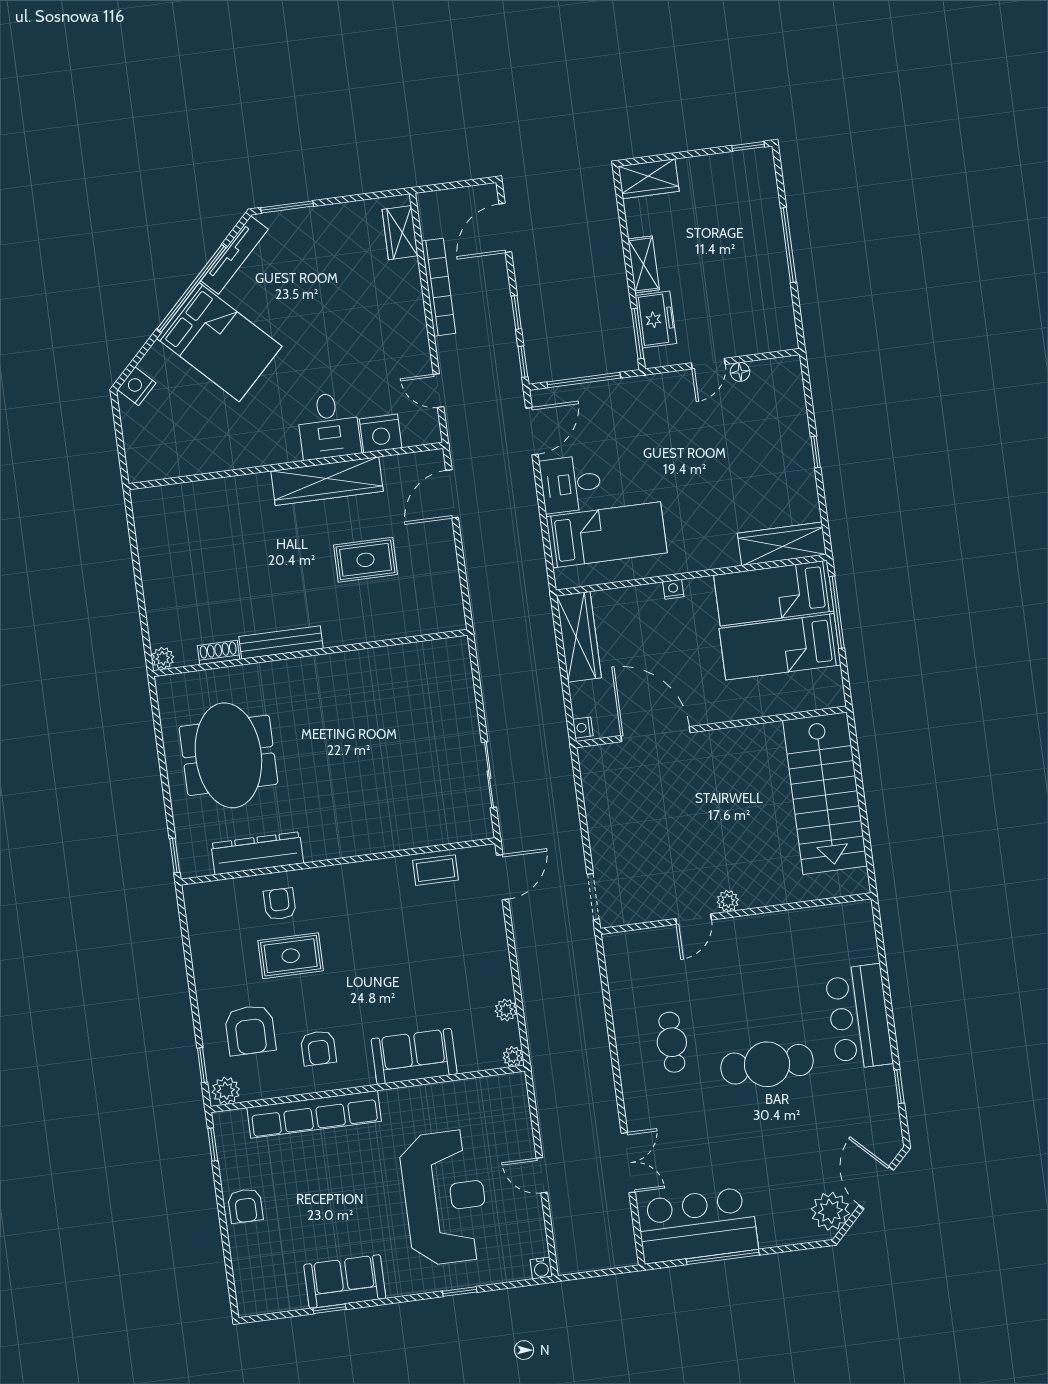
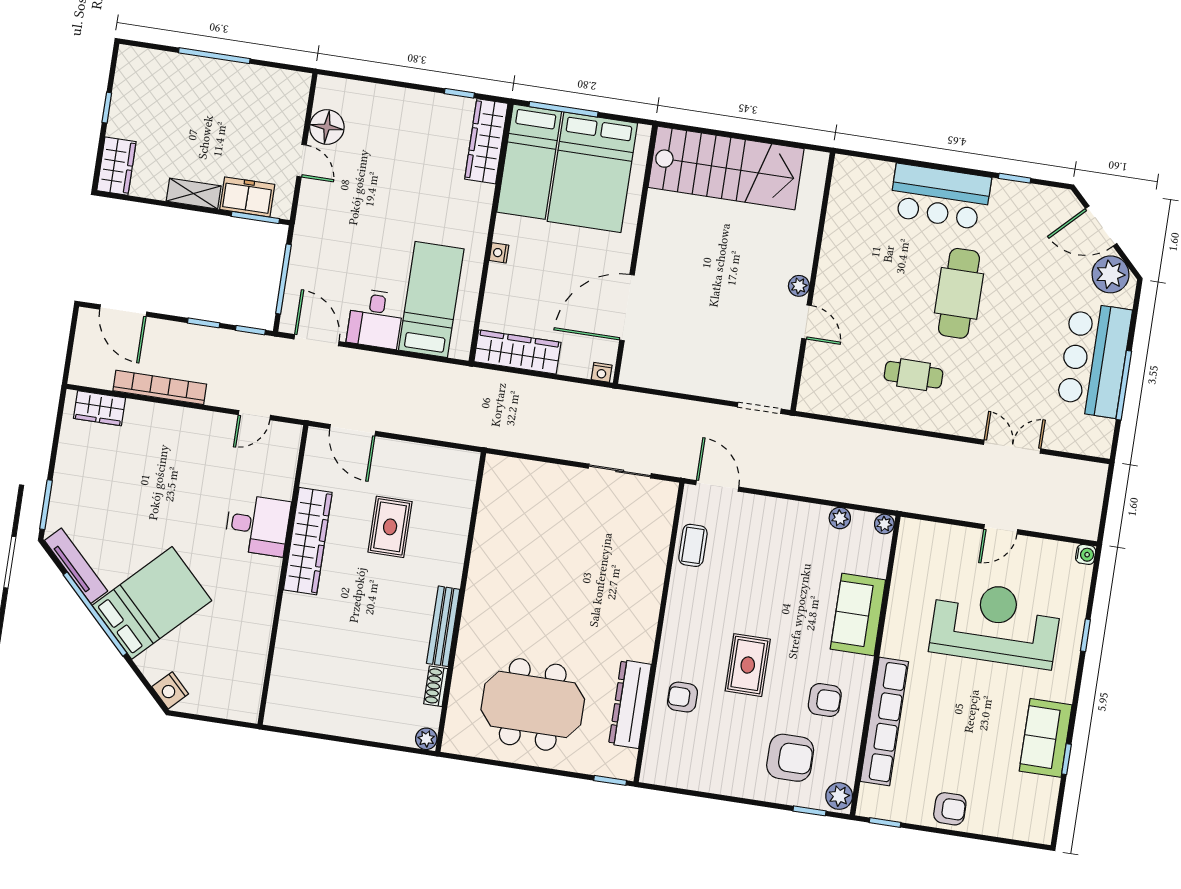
window: (748, 146) -> (107, 108), moved
floor lamp: (740, 372) -> (327, 127), width x1.89, depth x1.89
nightstand: (381, 433) -> (278, 479), removed
window: (816, 452) -> (459, 93), moved
bed: (780, 647) -> (592, 172), width x1.50
rug: (291, 956) -> (748, 665), moved
bar counter: (697, 1225) -> (1094, 360), moved

